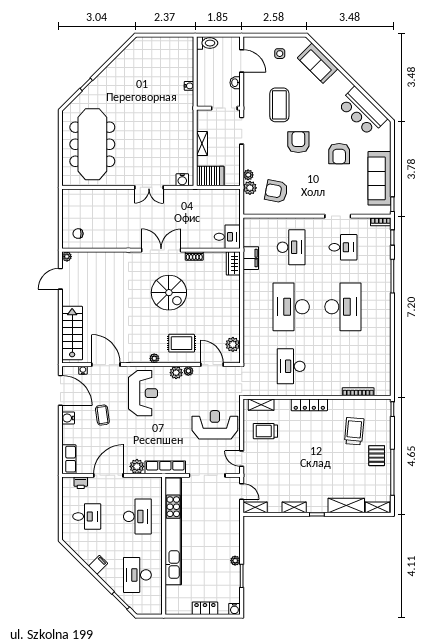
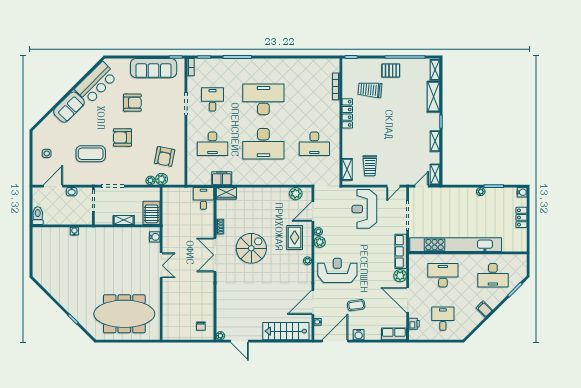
sofa: (318, 63) -> (69, 107), moved
desk: (291, 247) -> (213, 144), turned 180
locker: (309, 405) -> (347, 113), moved

